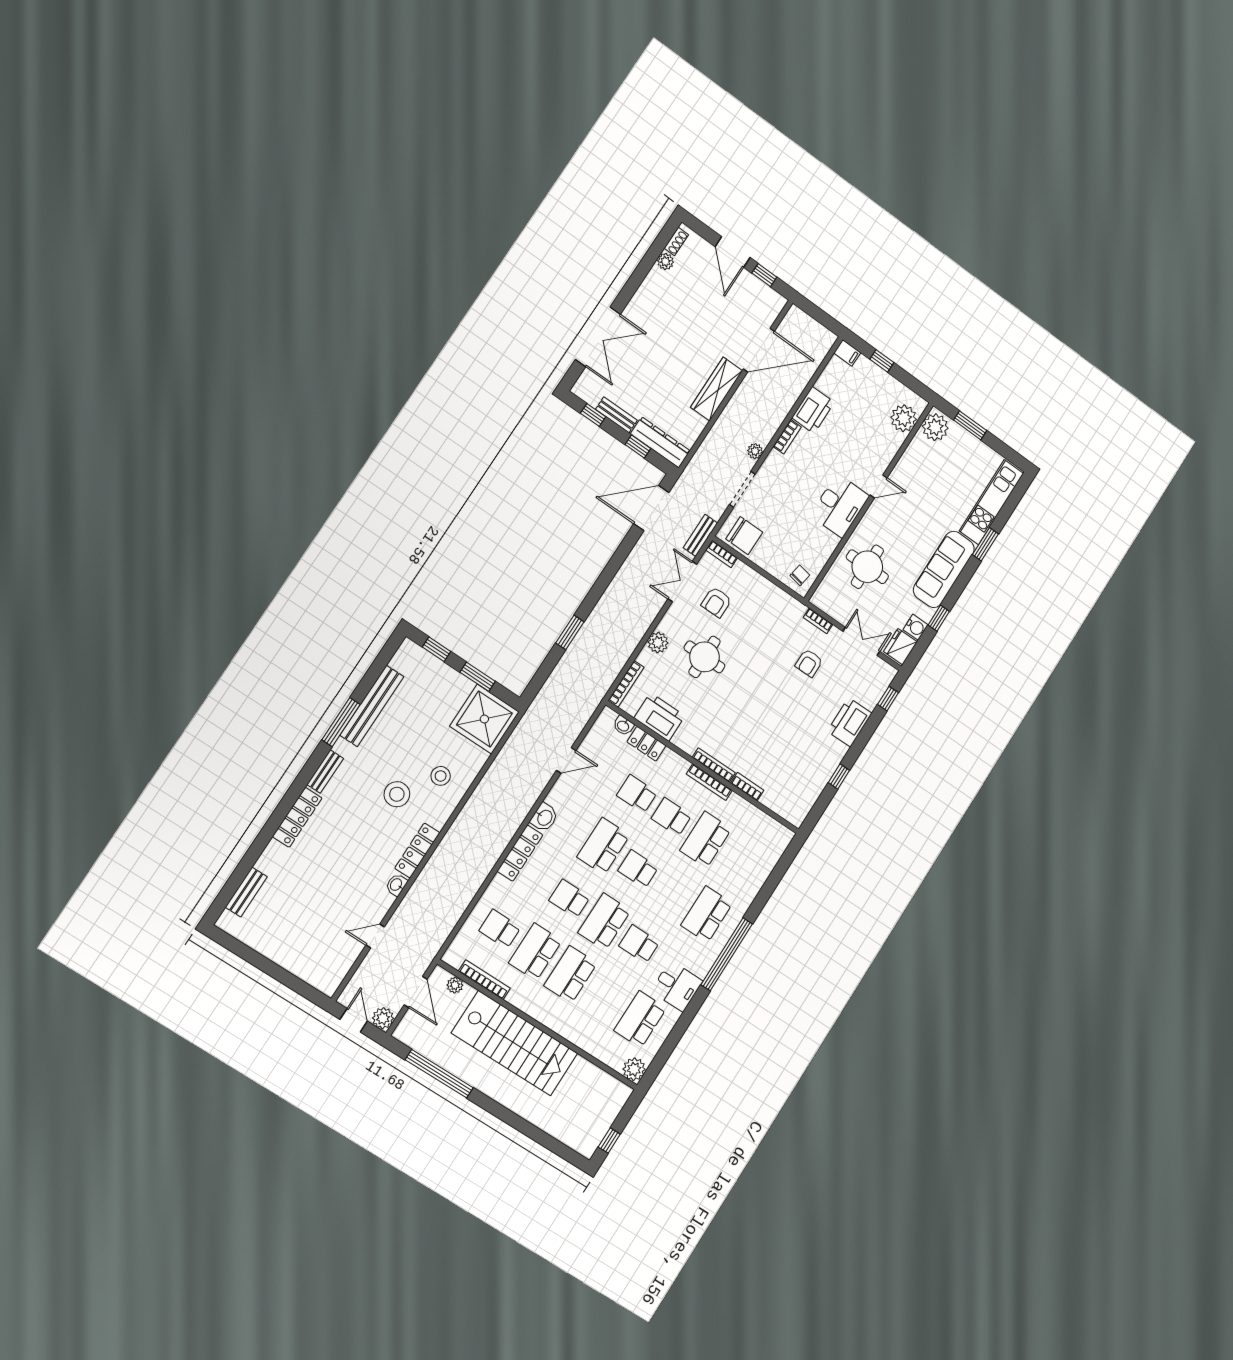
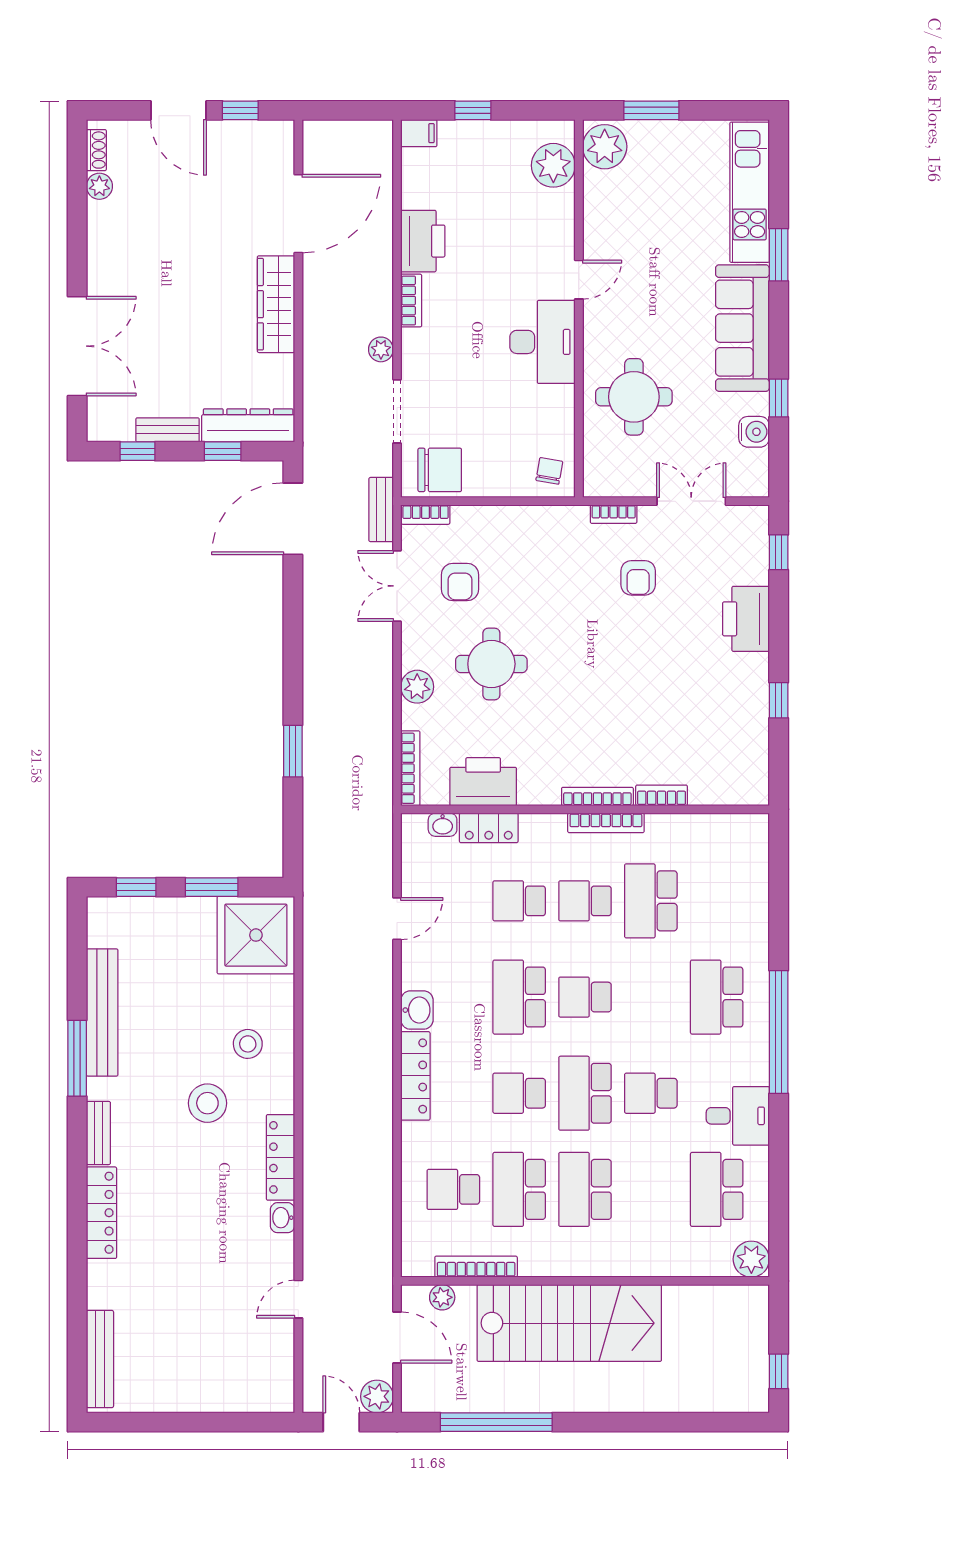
fridge: (900, 647) -> (750, 472), removed
bench: (246, 892) -> (100, 1359), width x1.36

